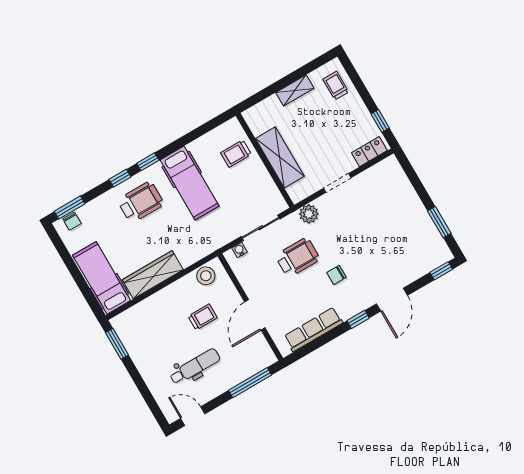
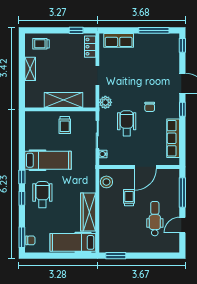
trolley: (236, 154) -> (65, 125), moved
row of seats: (399, 184) -> (119, 40), added
window: (439, 222) -> (154, 30), width x1.44
door: (255, 315) -> (145, 167), hinge flipped
door: (193, 416) -> (182, 225), moved

